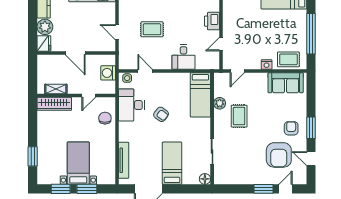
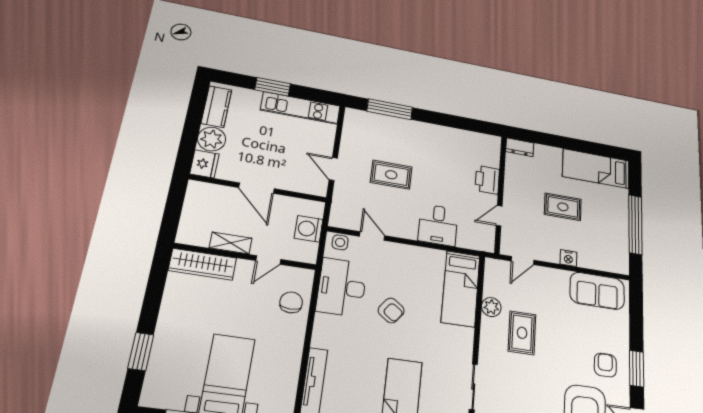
rug: (288, 59) -> (563, 207), moved
shelving: (56, 89) -> (231, 243), moved

